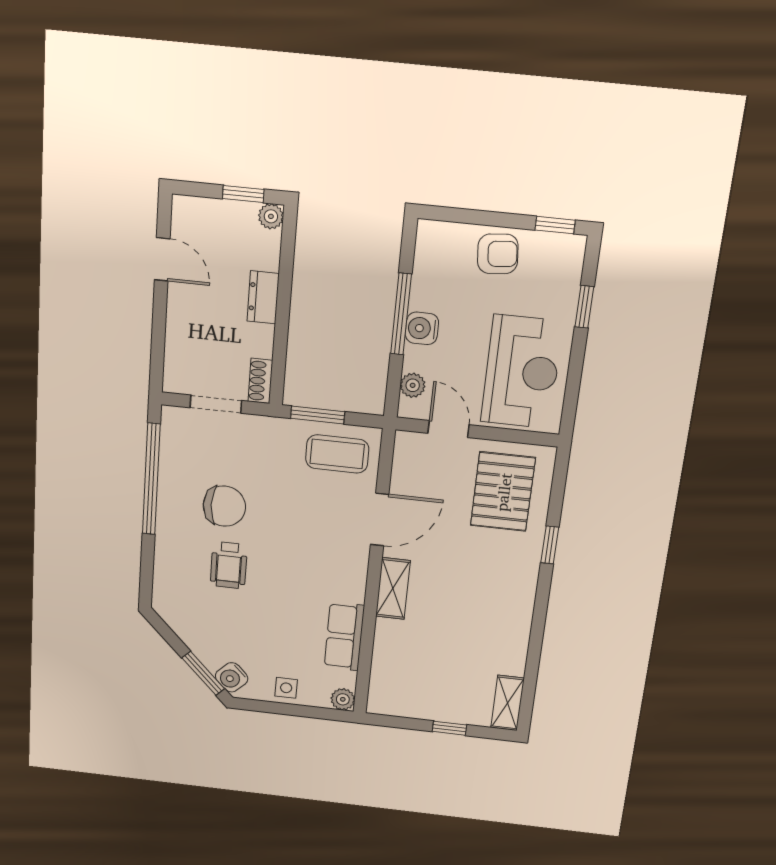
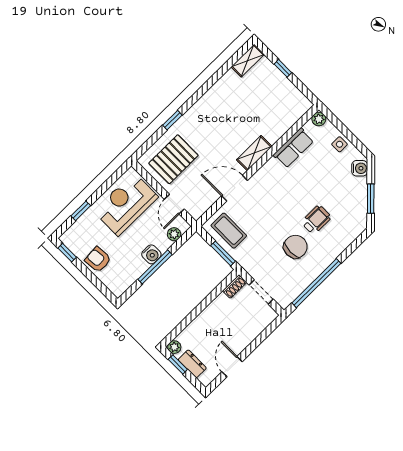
dresser: (263, 297) -> (192, 364), moved, turned -90
chair: (224, 506) -> (295, 247), turned 90
window: (203, 673) -> (371, 199), moved

